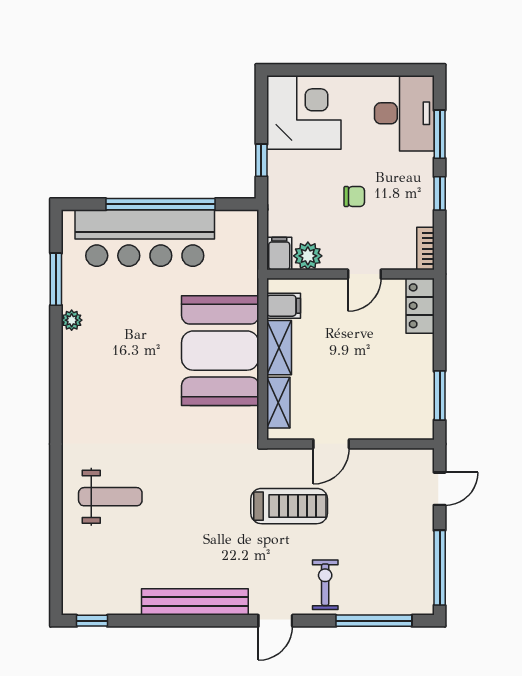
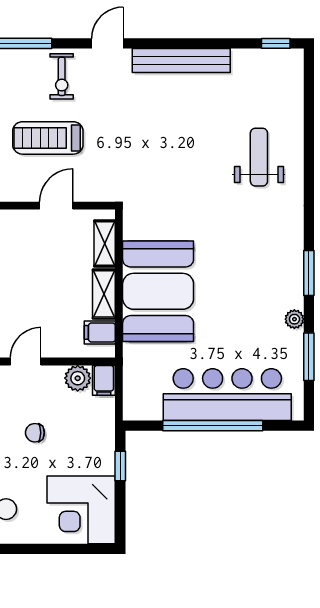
window: (56, 370) -> (309, 273), added
weight bench: (110, 497) -> (259, 157), turned 90
treadmill: (289, 506) -> (48, 138), moved

